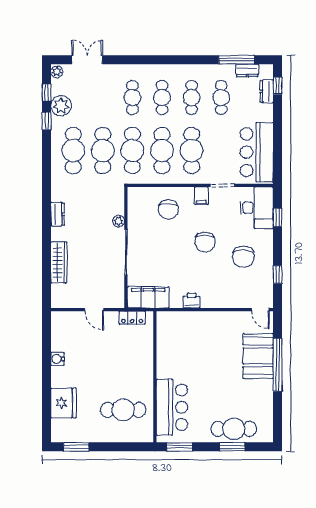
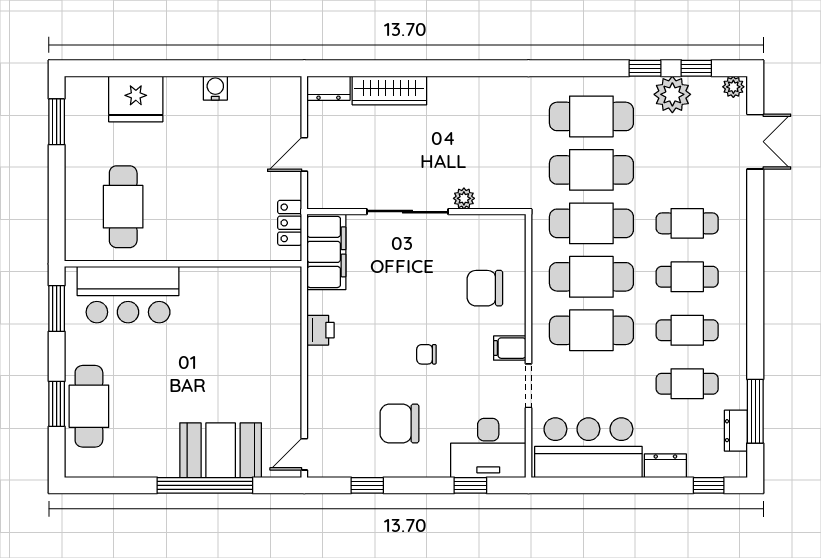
dresser: (267, 91) -> (665, 466), moved
dresser: (58, 214) -> (328, 88), moved
chair: (205, 242) -> (426, 354), width x0.54, depth x0.54

